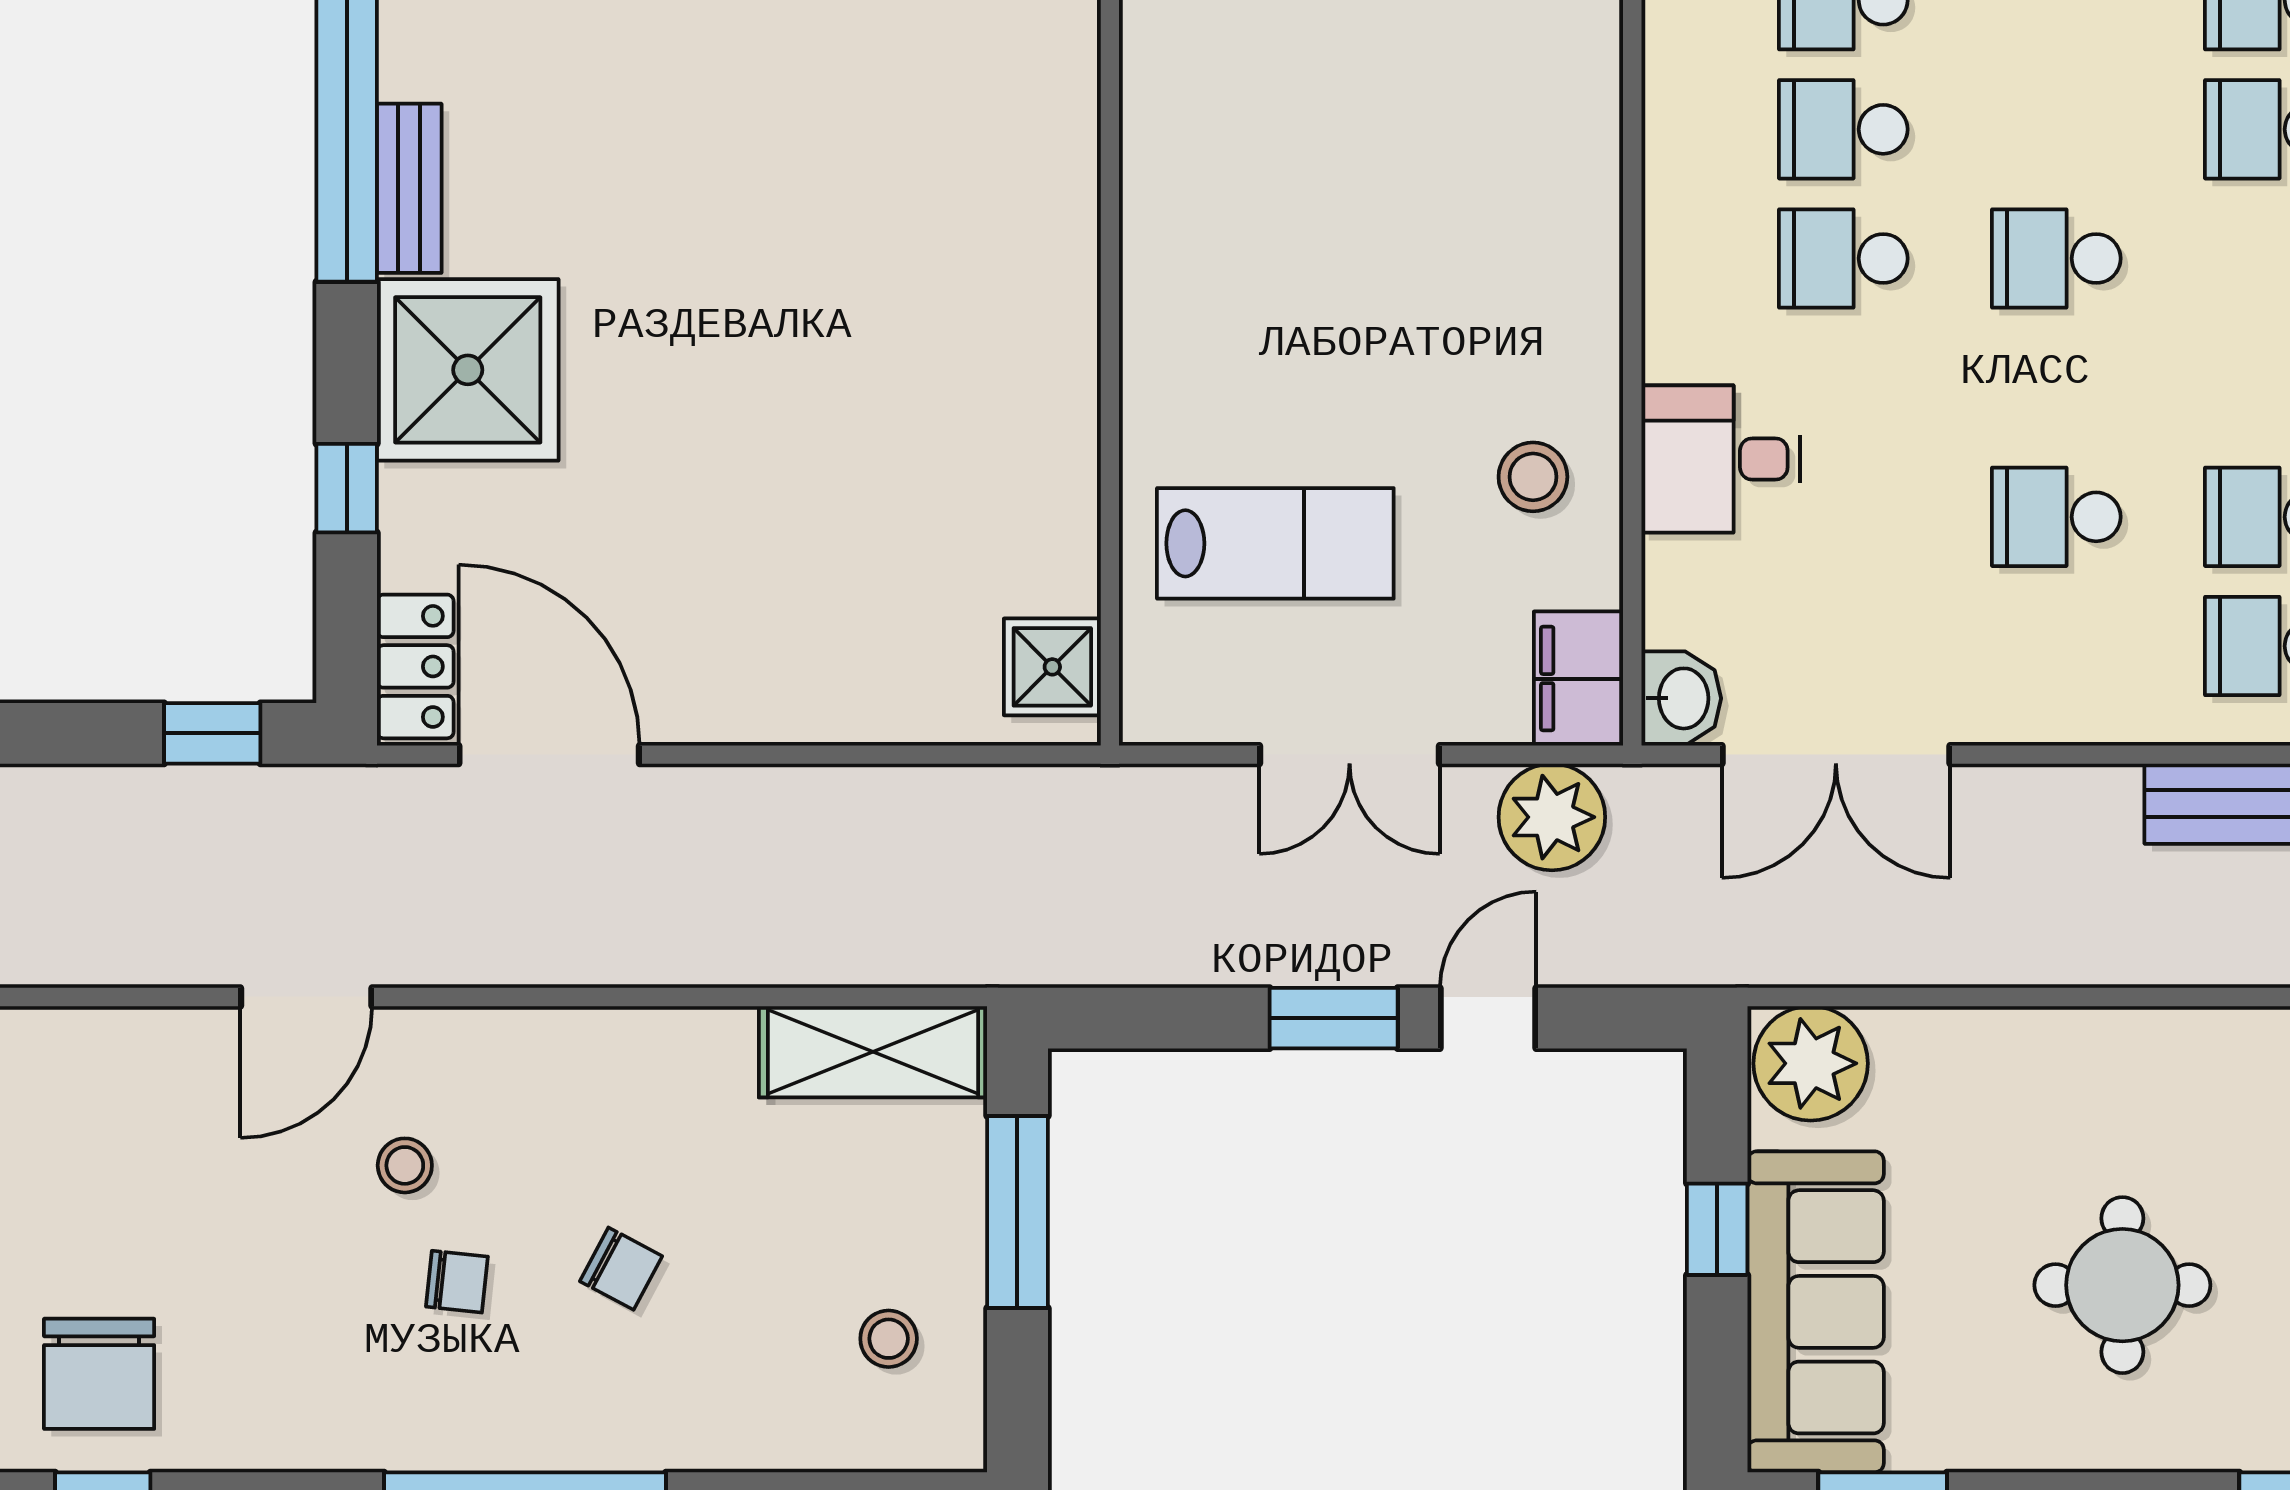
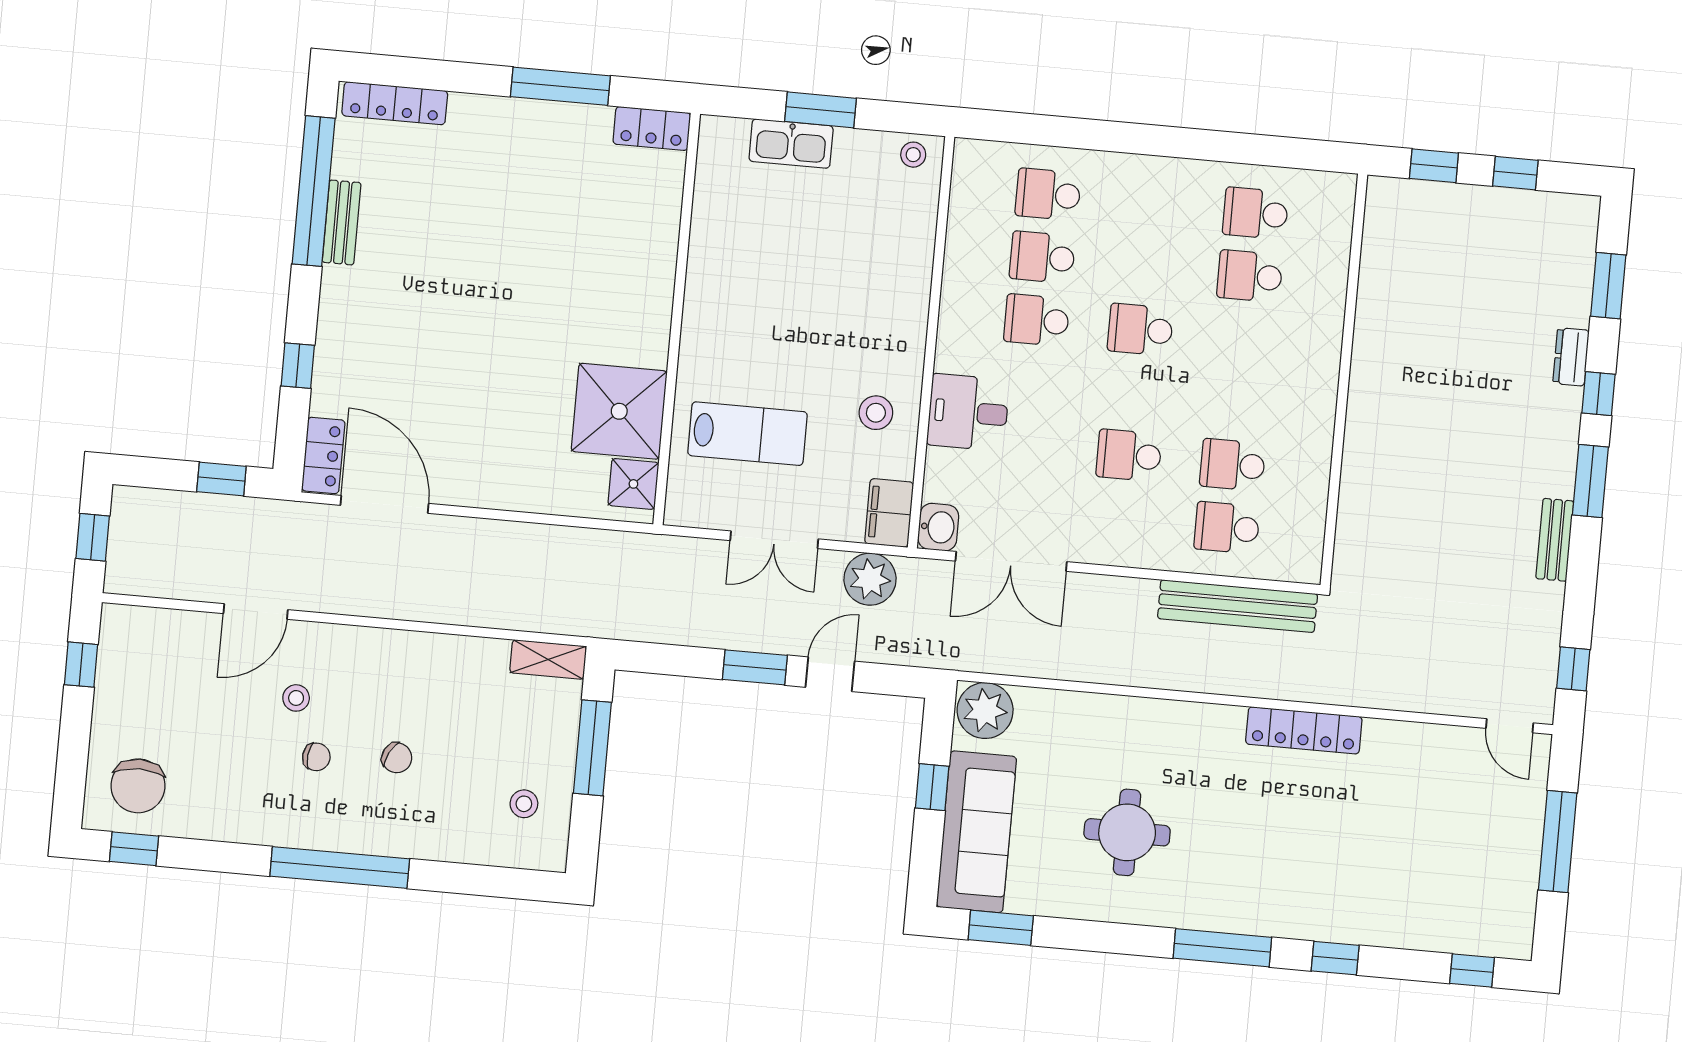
shower: (468, 370) -> (619, 411), moved
shelving: (873, 1052) -> (548, 659), width x0.67, depth x0.75

